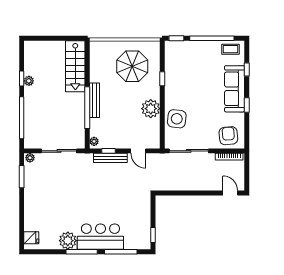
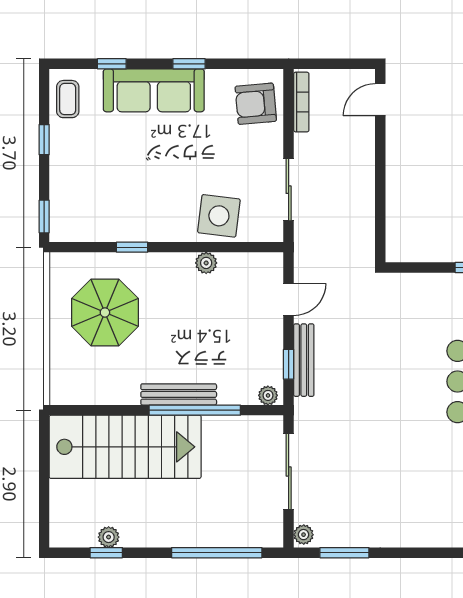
window: (212, 38) -> (44, 140), width x0.32
stairs: (75, 66) -> (125, 447), width x1.36, depth x1.51
window: (22, 79) -> (106, 553), moved
plant: (29, 81) -> (109, 537), moved
plant: (151, 109) -> (206, 263), width x0.53, depth x0.53
sliding door: (189, 151) -> (289, 190), width x0.73

